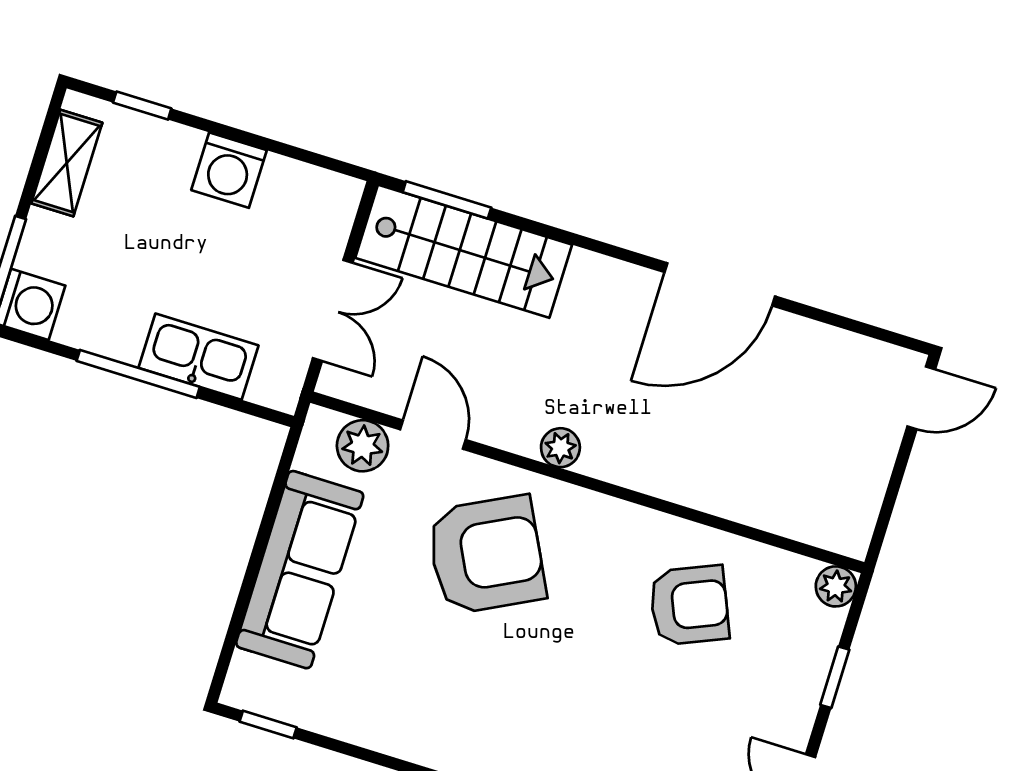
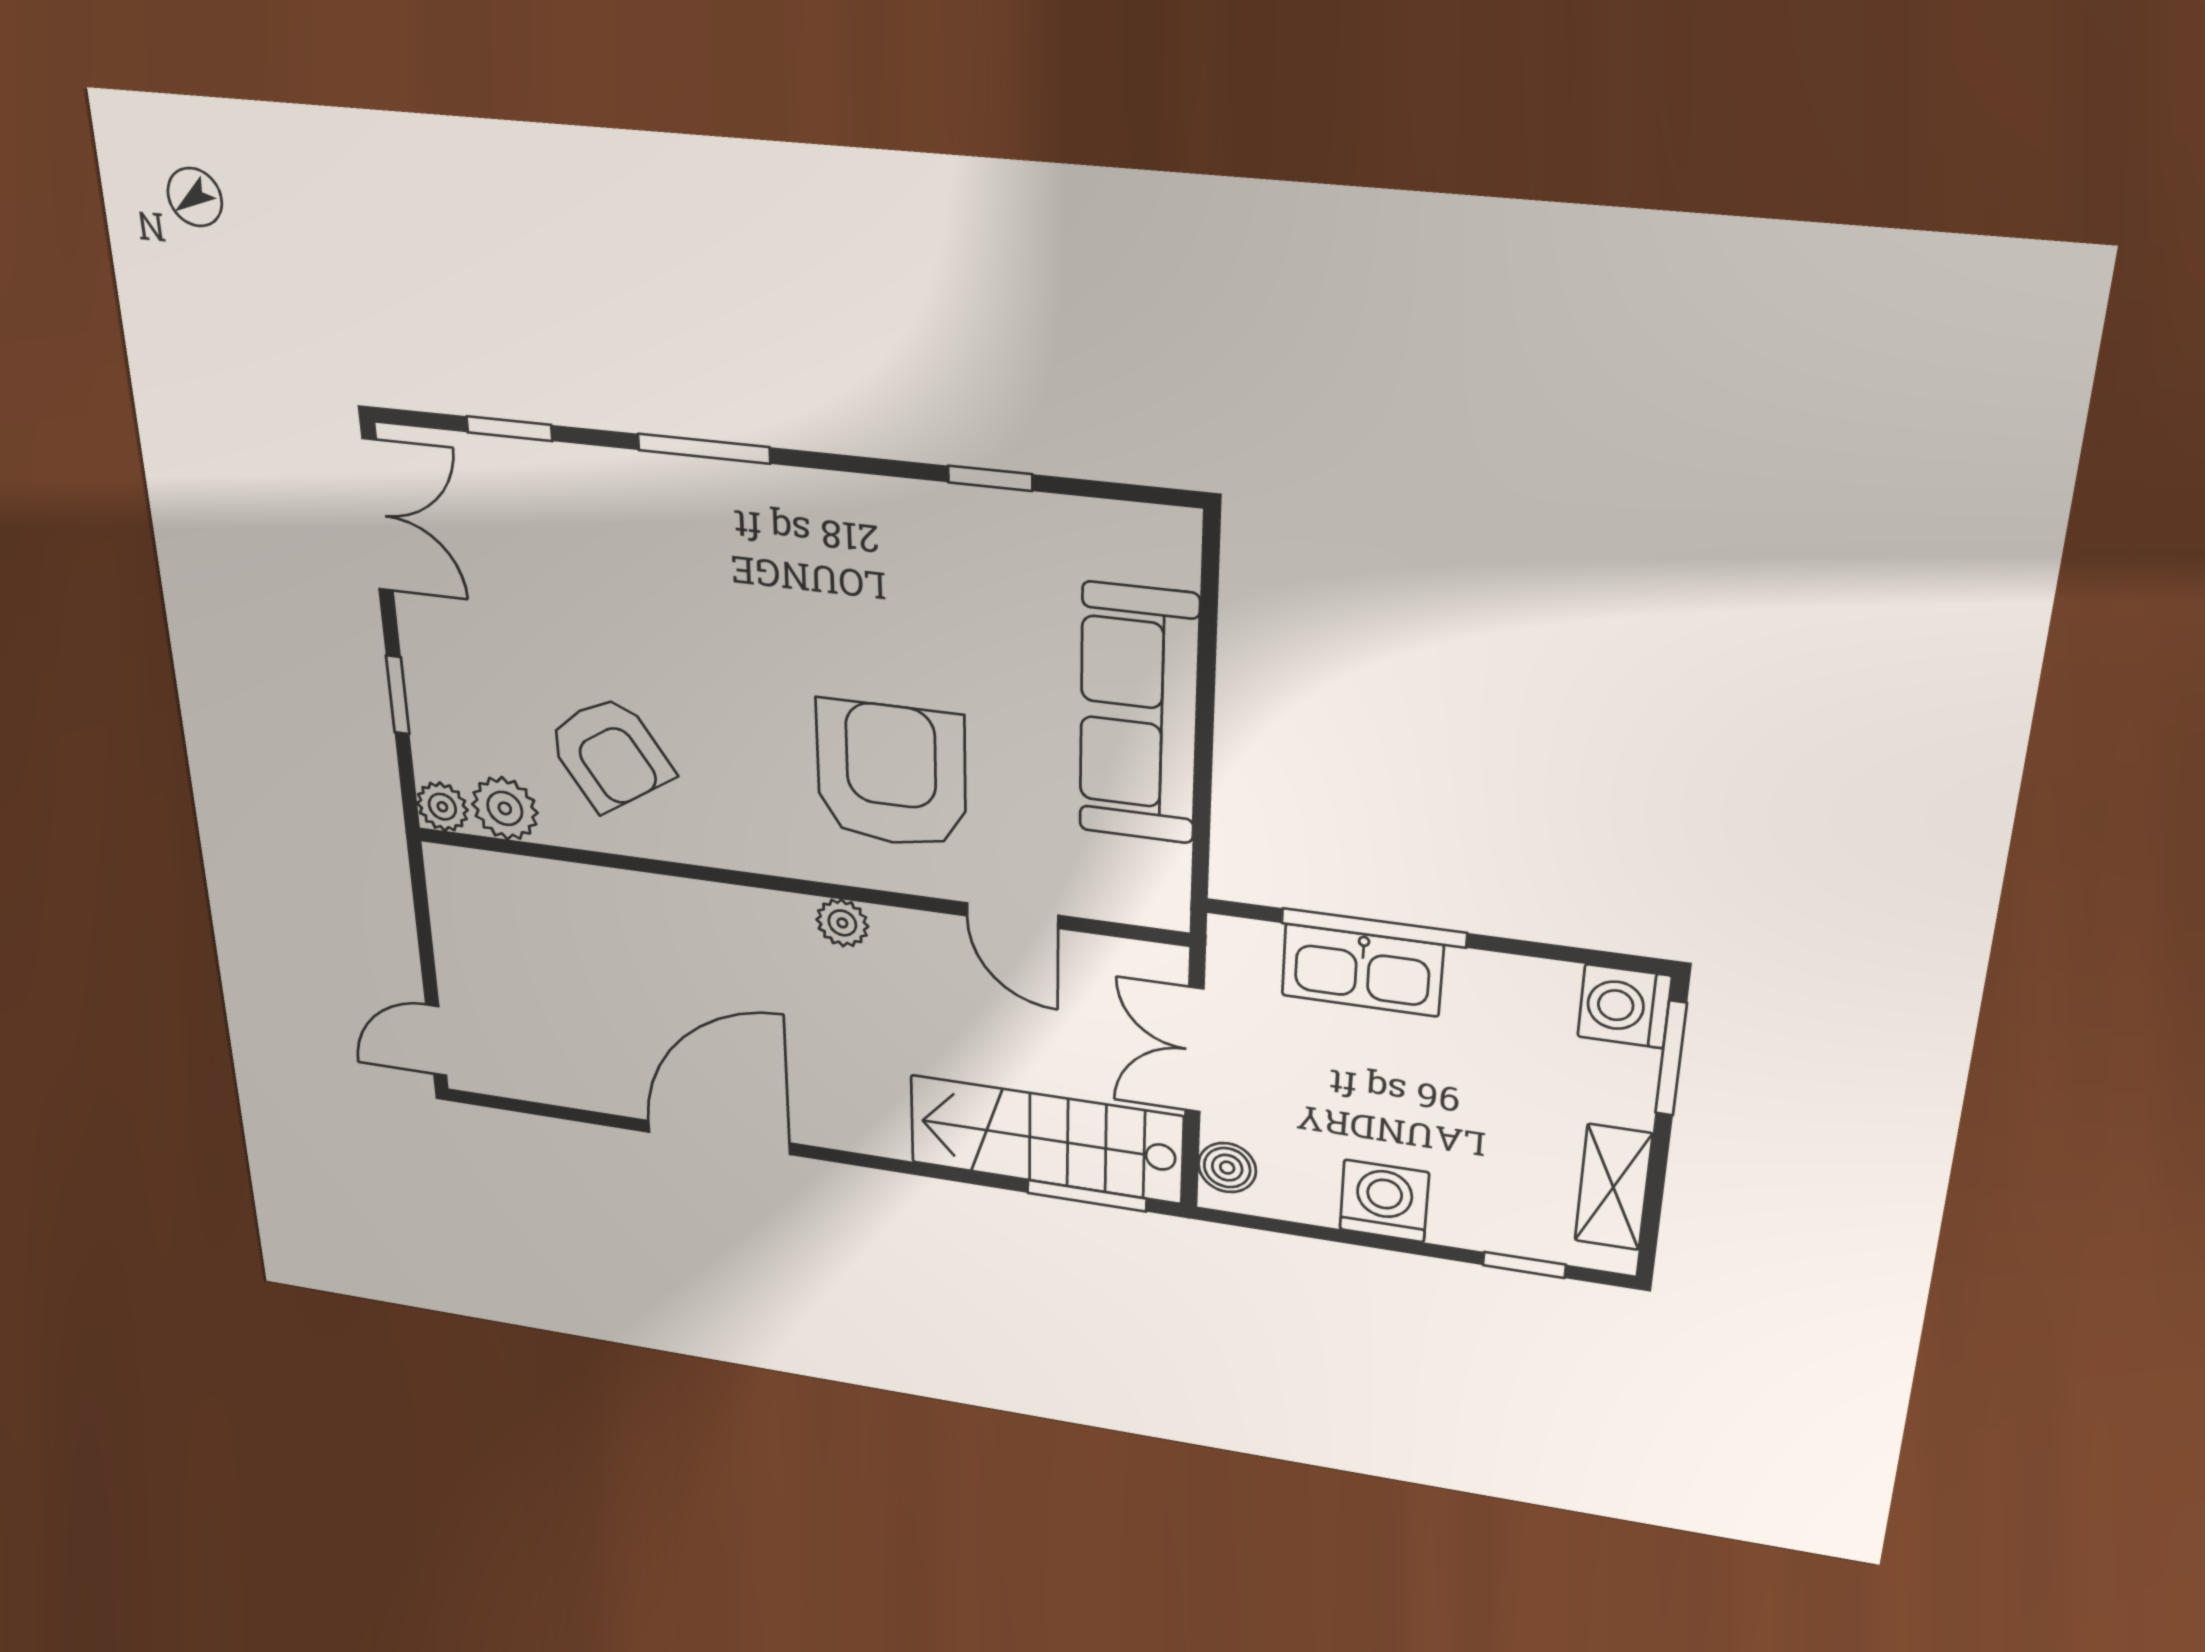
boiler: (335, 211) -> (1227, 1168), added
window: (138, 374) -> (1374, 928), moved
plant: (363, 446) -> (505, 808), moved
armchair: (486, 555) -> (891, 775), turned 117
armchair: (689, 605) -> (609, 754), turned -100
window: (268, 724) -> (990, 478), moved

